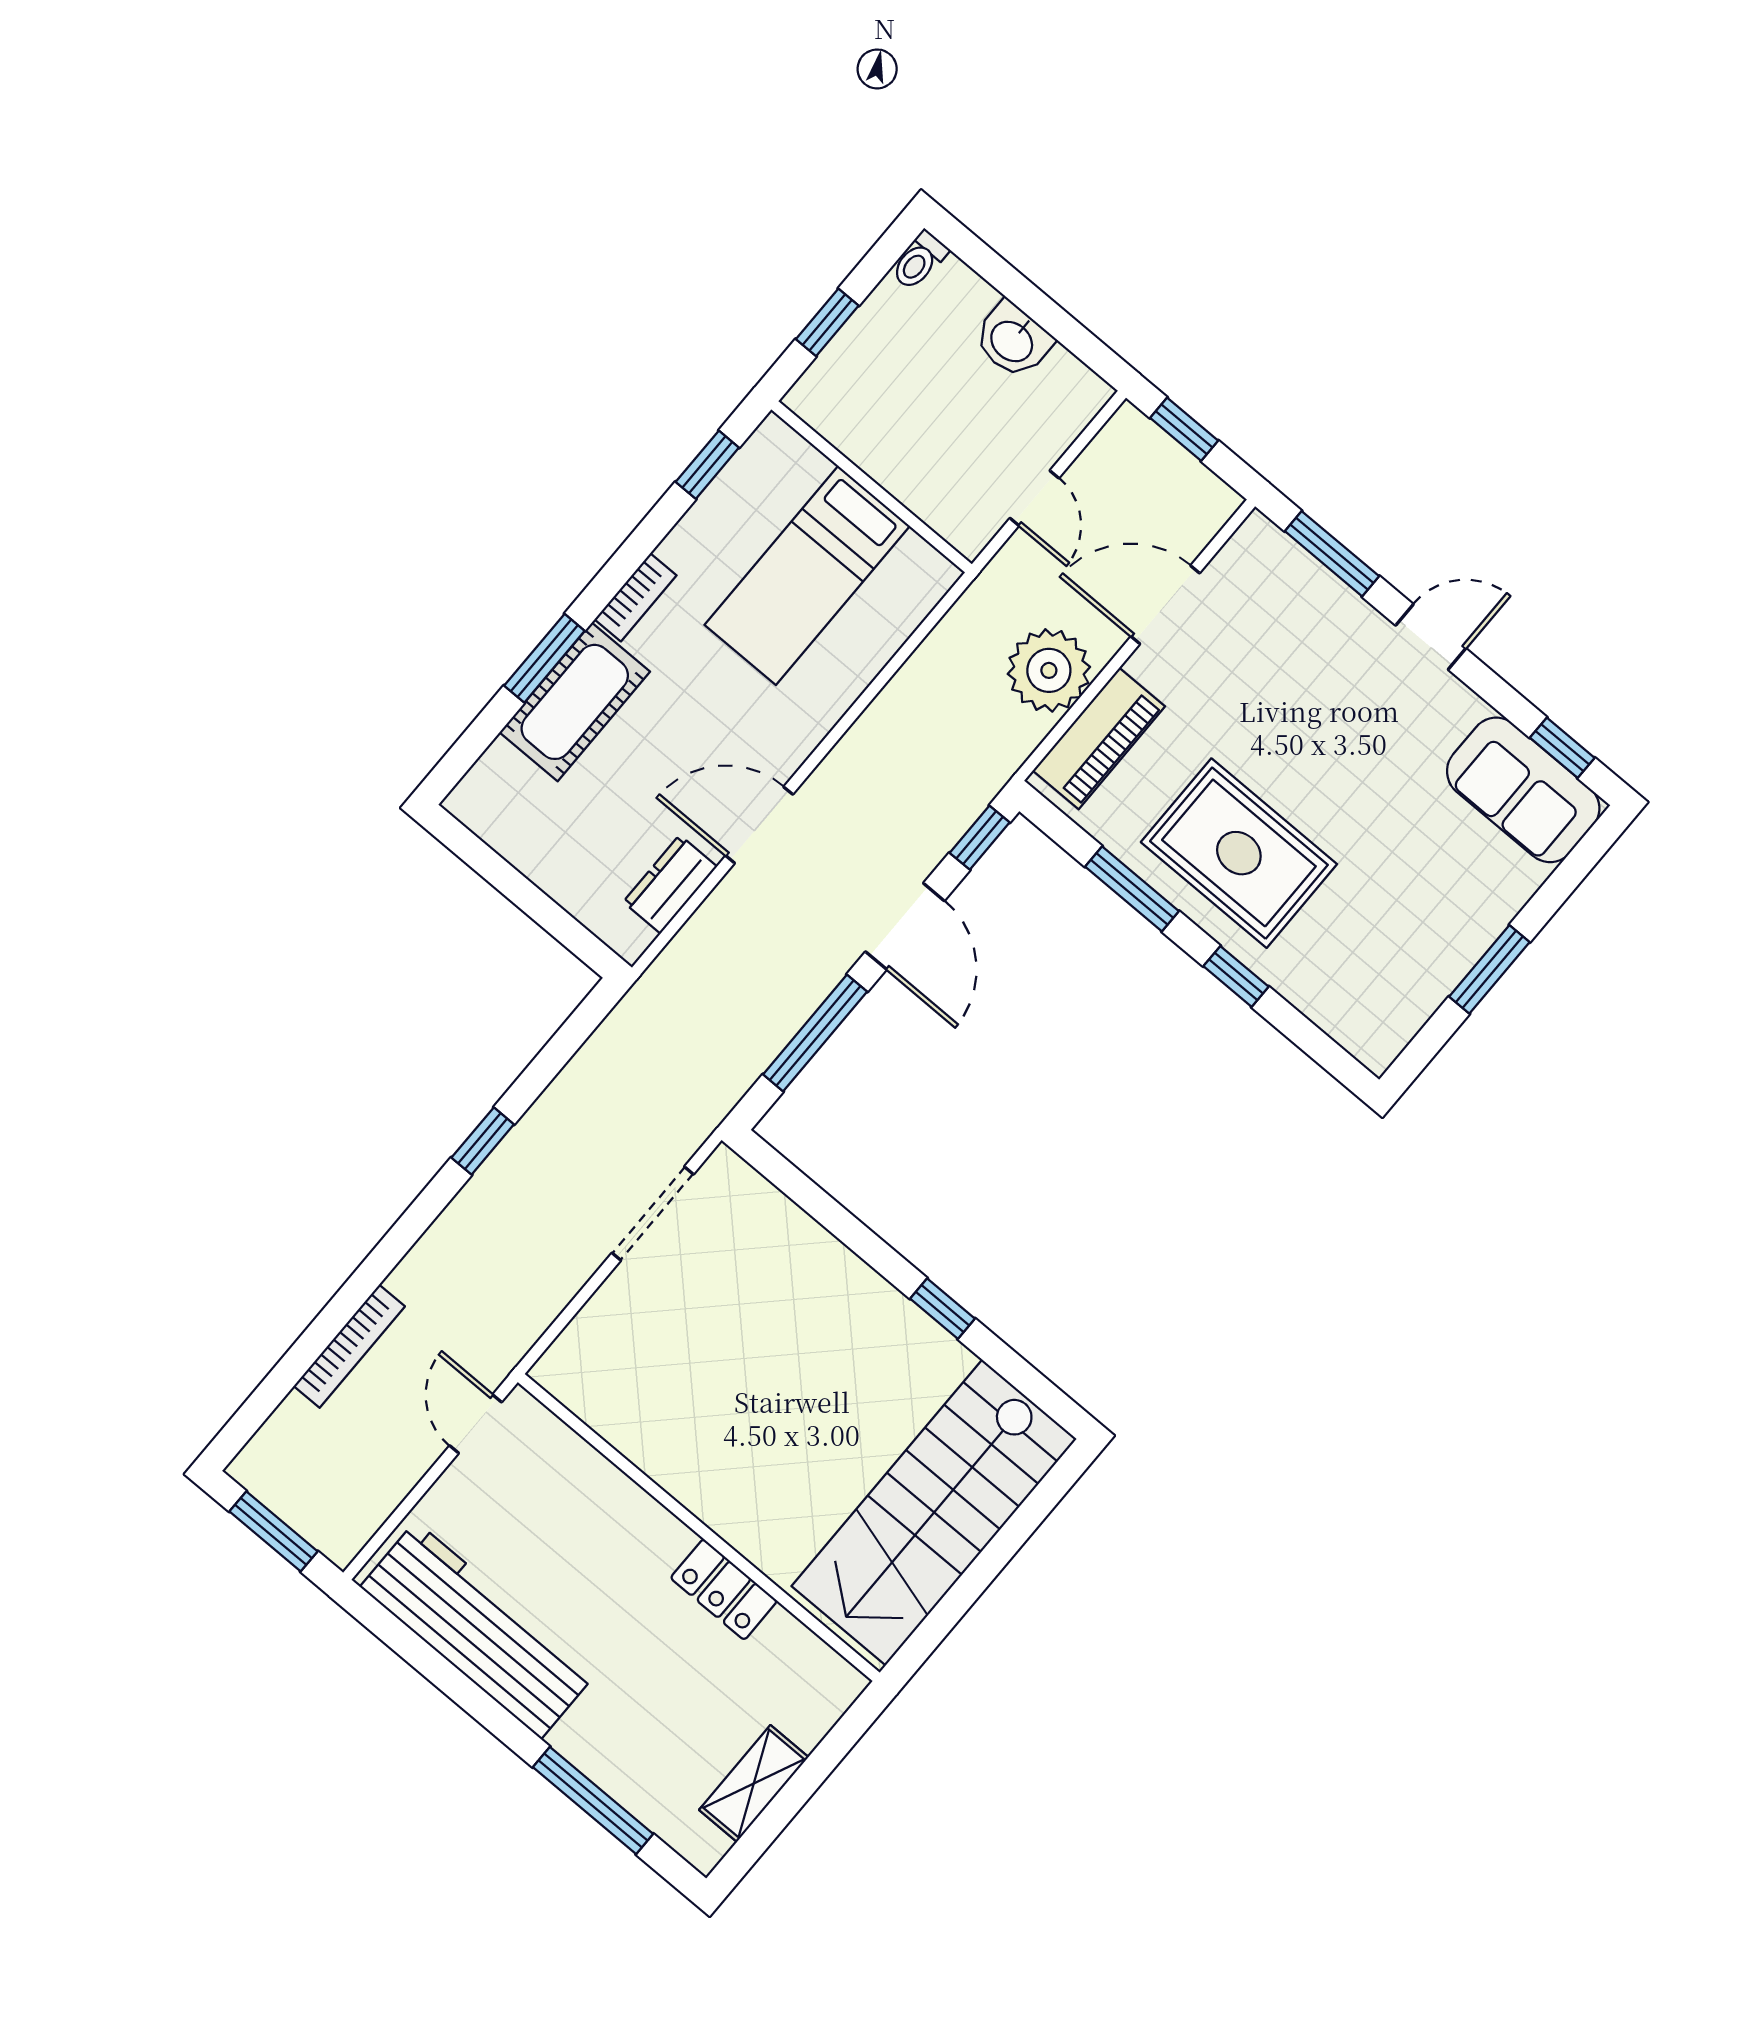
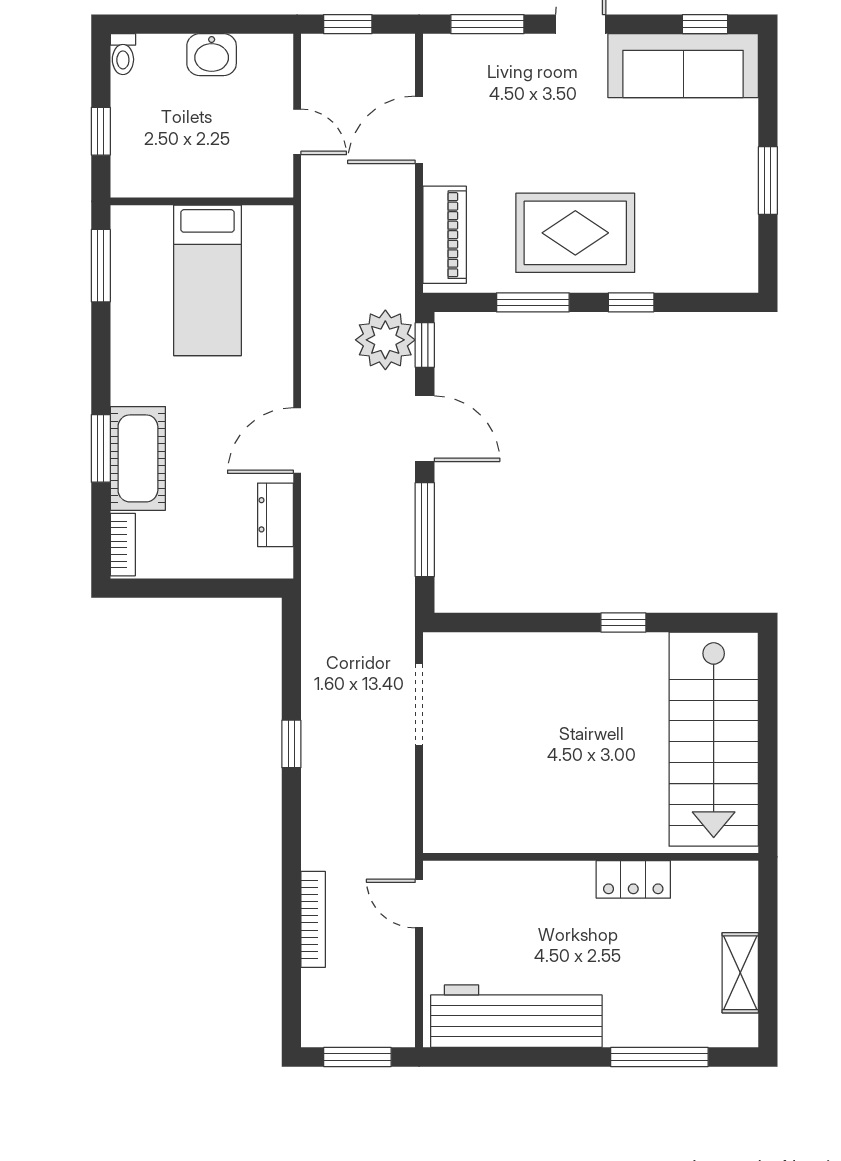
window: (707, 465) -> (101, 266), width x1.50
bookcase: (636, 597) -> (123, 545), moved
plant: (1049, 670) -> (385, 340), moved
sofa: (1523, 790) -> (683, 66), width x1.36

